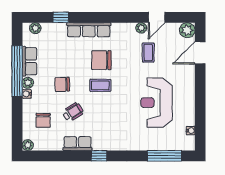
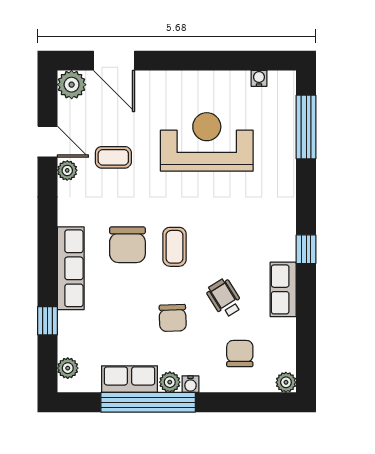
reception desk: (157, 103) -> (207, 142), turned 180
chair: (43, 120) -> (240, 354), turned -90

